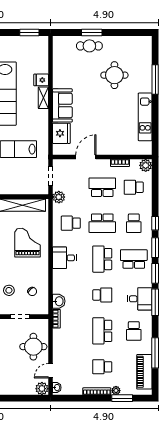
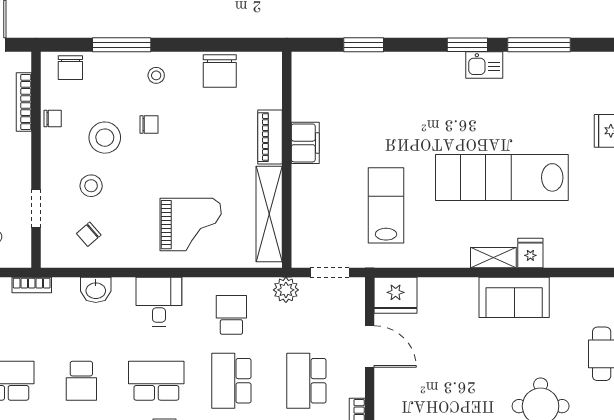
sofa: (62, 105) -> (514, 297), moved
fridge: (61, 133) -> (396, 295), moved
school desk: (102, 187) -> (306, 381), turned 180
washbasin: (59, 301) -> (96, 290), moved

